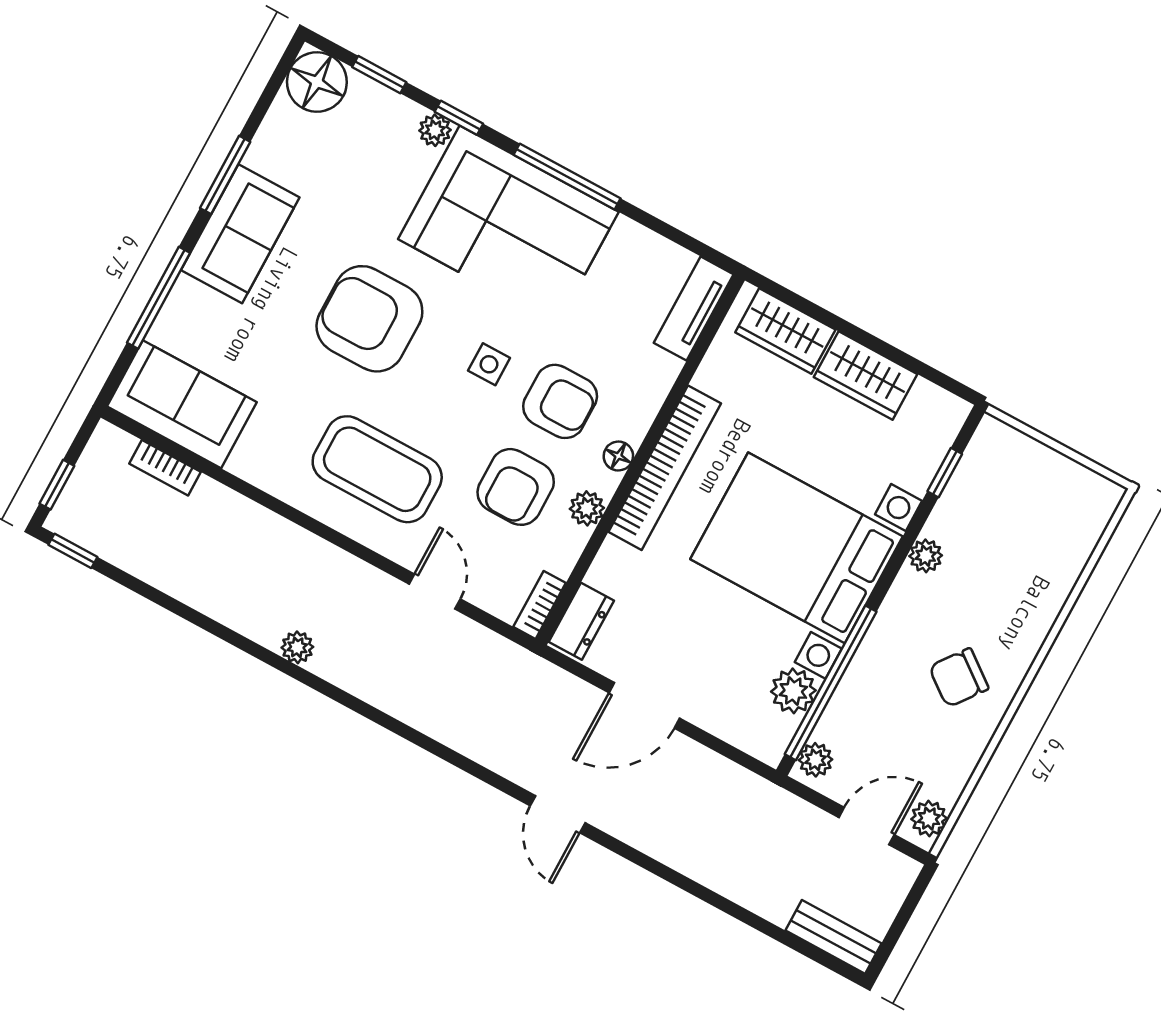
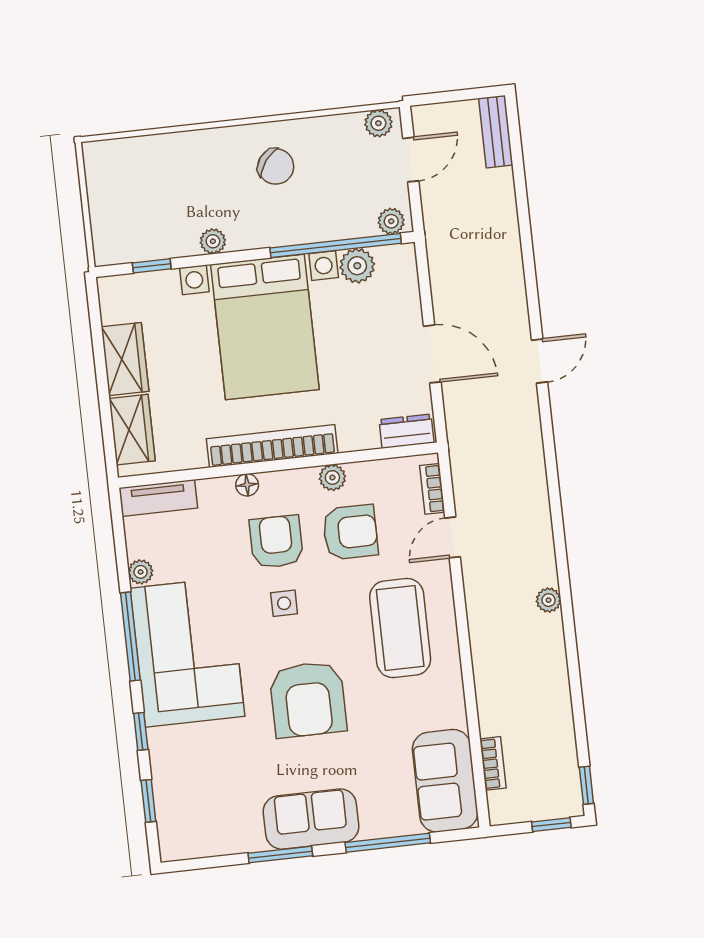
floor lamp: (317, 82) -> (181, 837), removed
plant: (435, 130) -> (141, 572), moved
floor lamp: (618, 456) -> (247, 485), moved
bookcase: (540, 605) -> (432, 489), moved, turned 90
door: (867, 826) -> (411, 160), swing flipped

